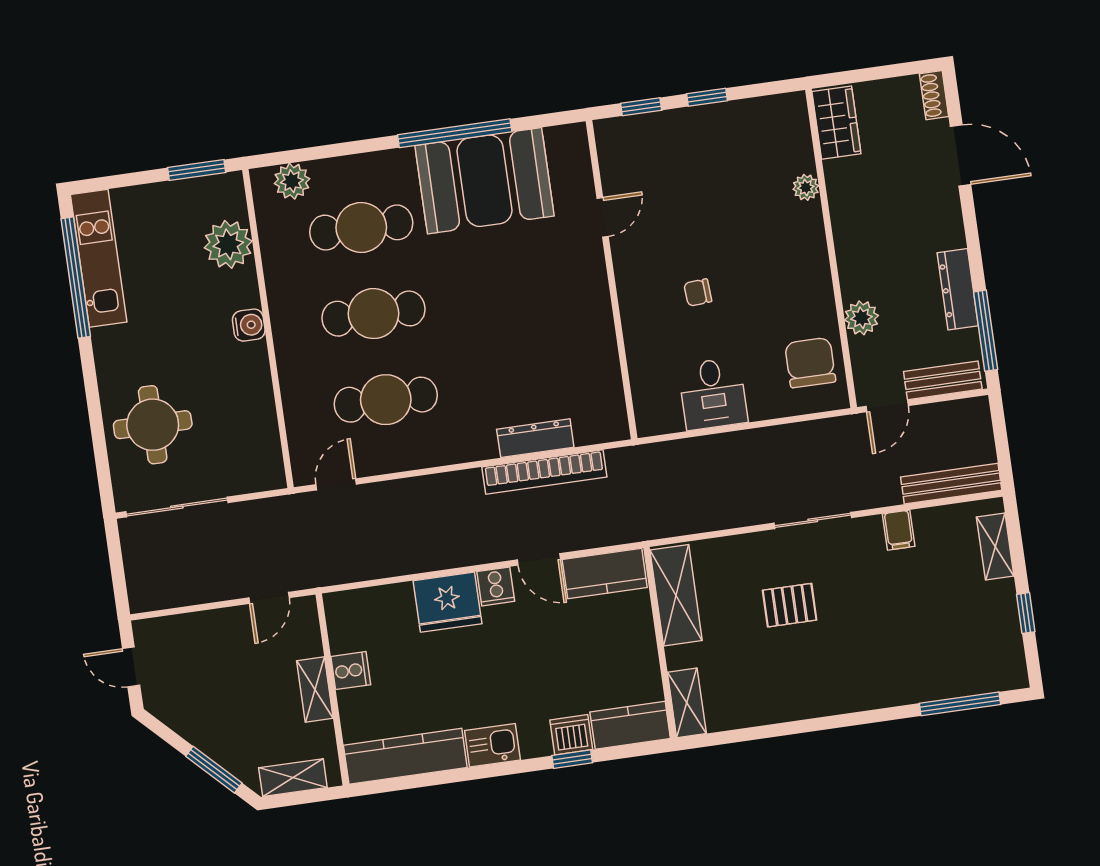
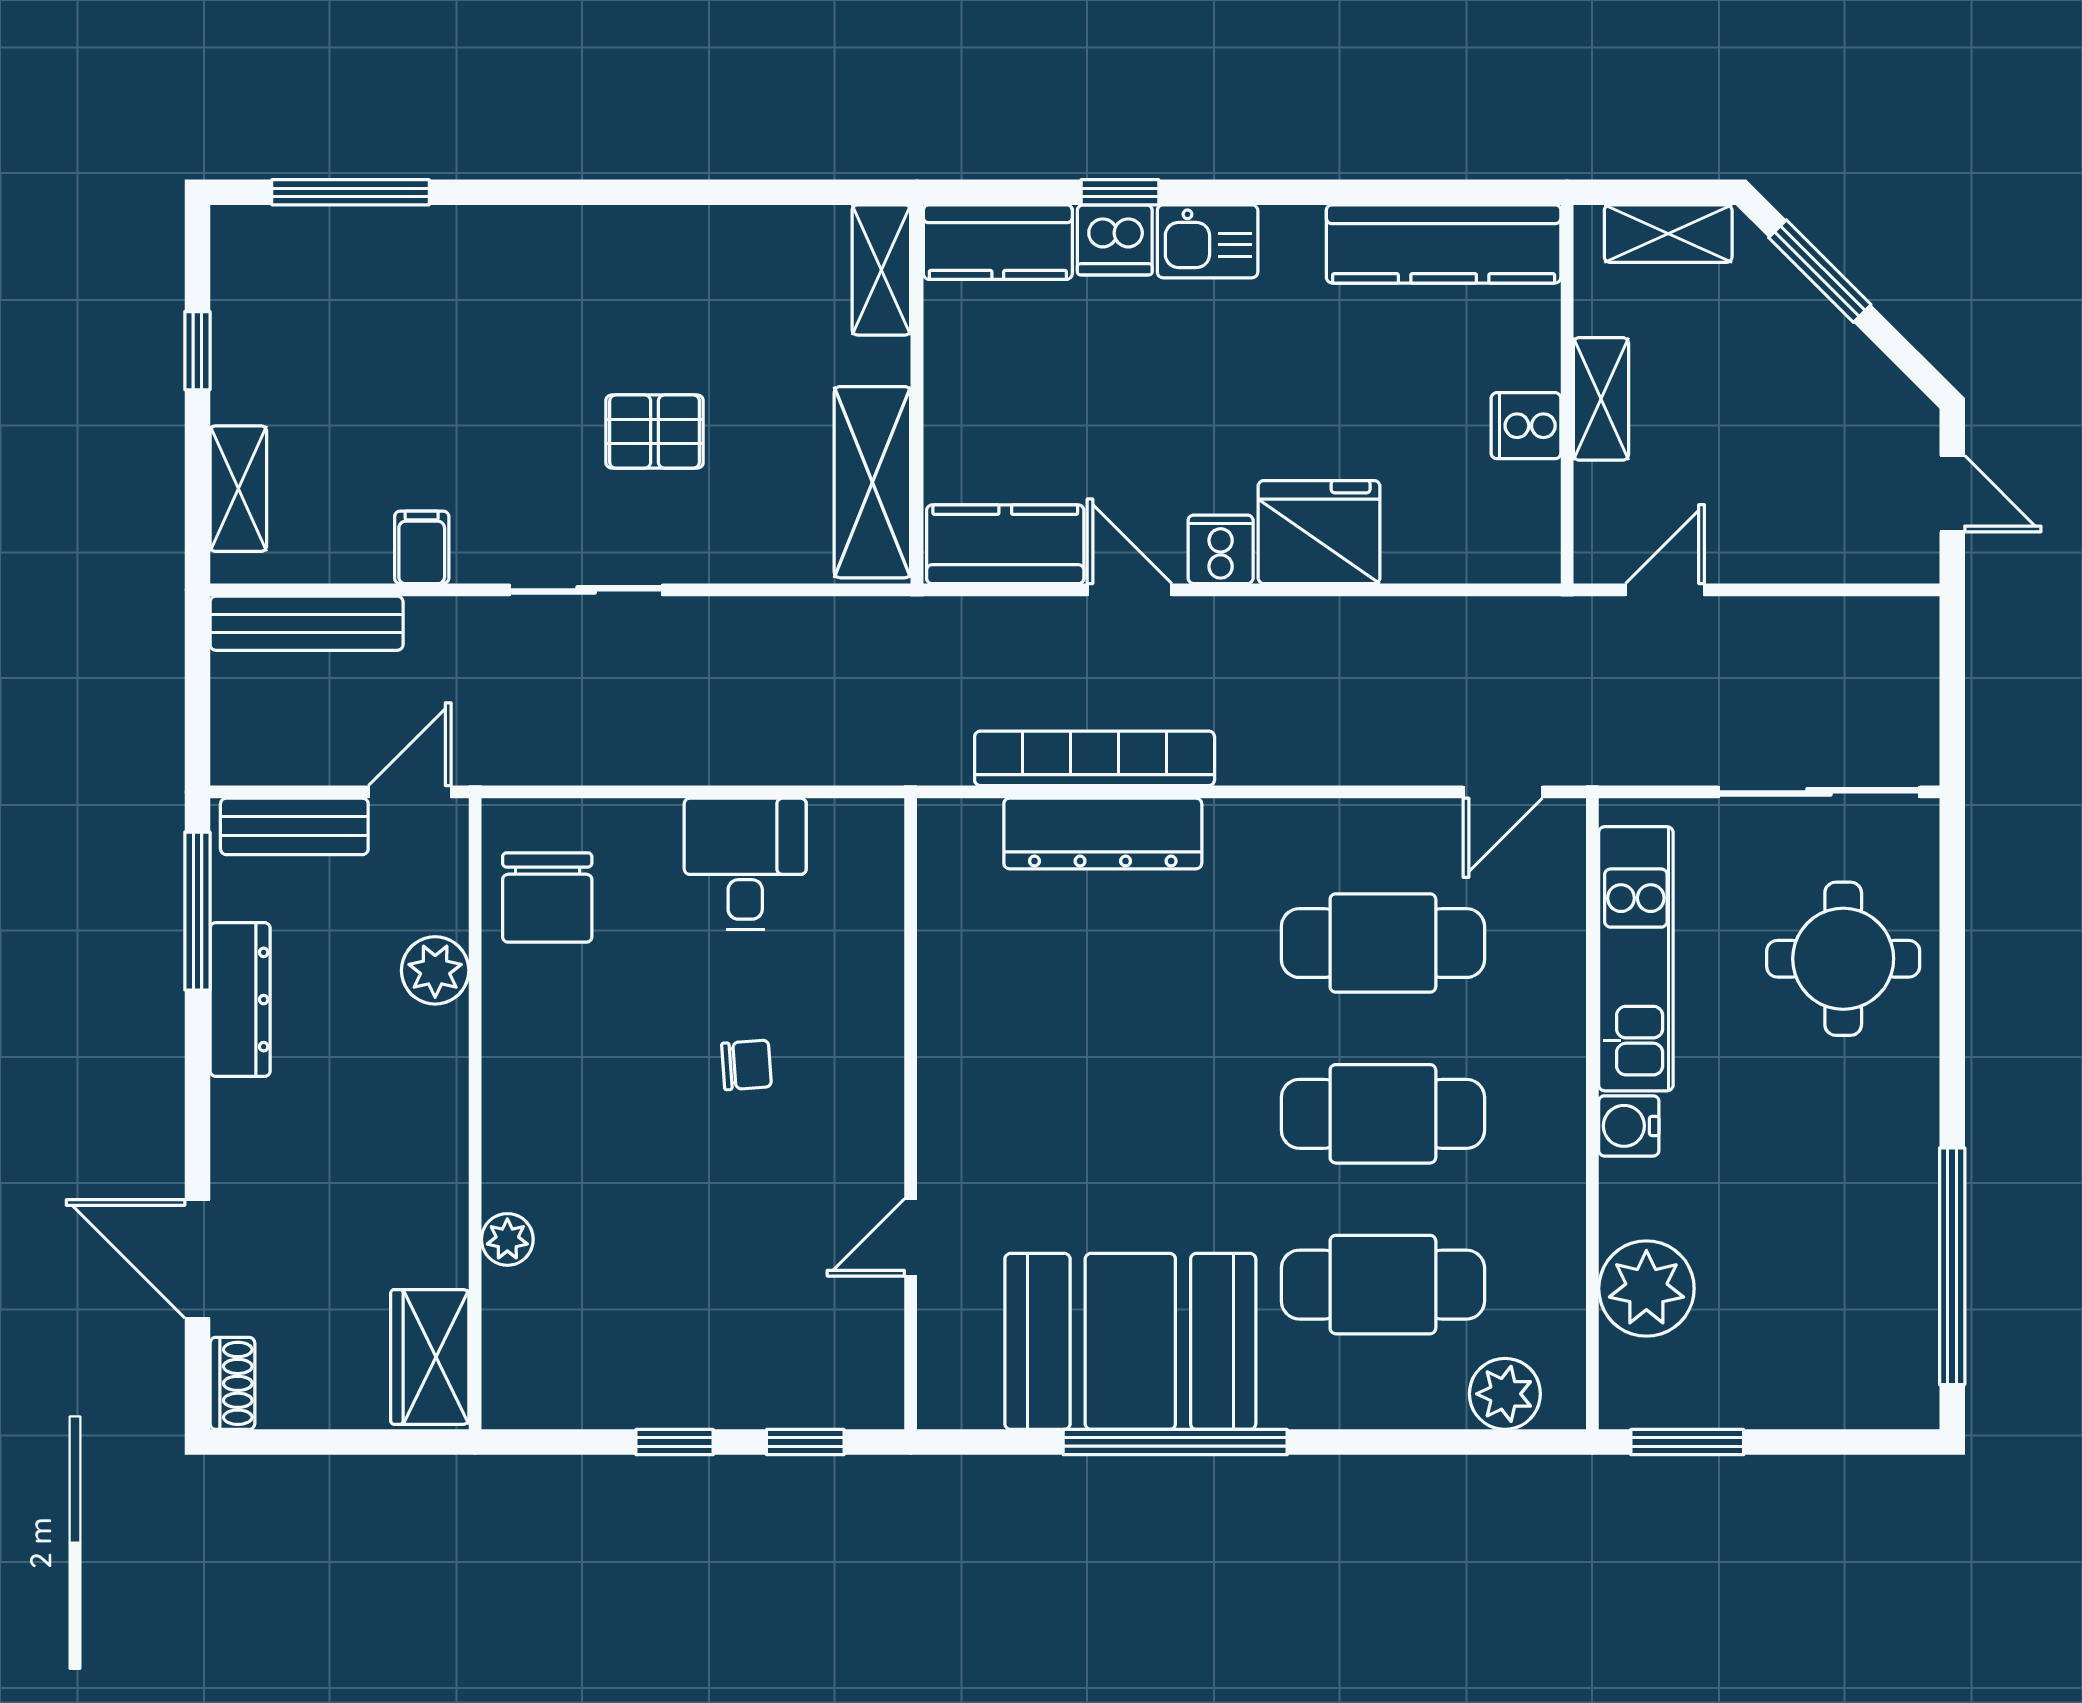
kitchen unit: (99, 258) -> (1636, 959), moved, turned 180
dresser: (535, 438) -> (1103, 834), width x1.37, depth x1.24
kitchen sink: (492, 745) -> (1208, 241), moved

